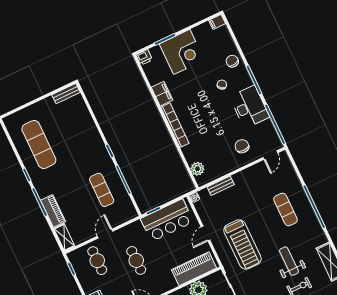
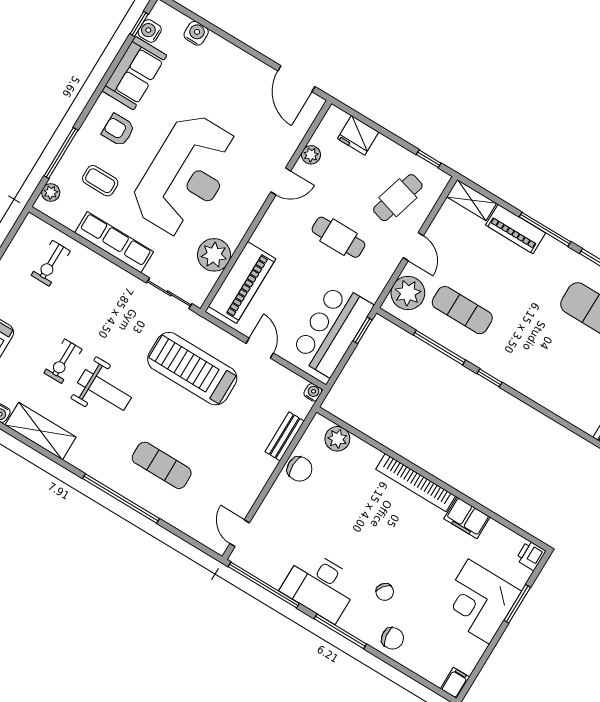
chair: (242, 146) -> (300, 469), moved
plant: (121, 214) -> (408, 293), added
cafe table: (97, 261) -> (398, 198), turned -74

